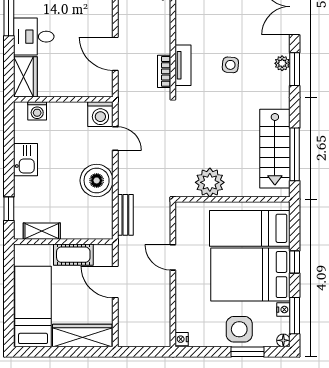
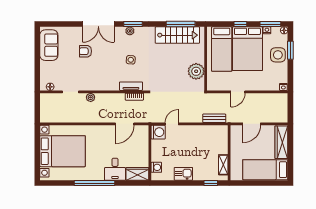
boiler: (97, 180) -> (195, 134), removed
cot: (73, 255) -> (236, 147), removed

